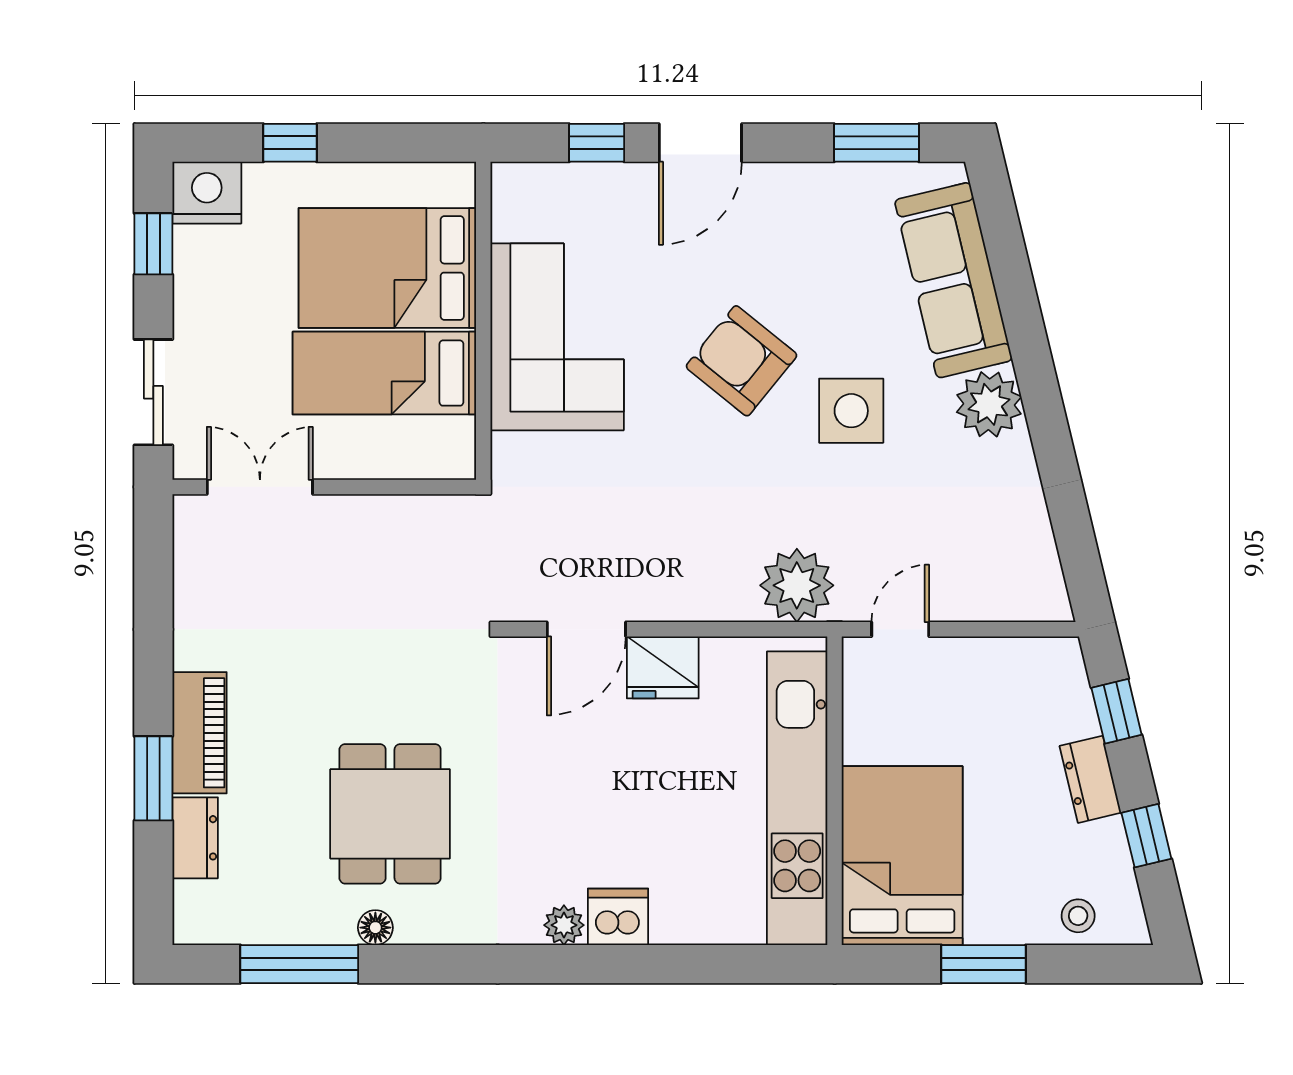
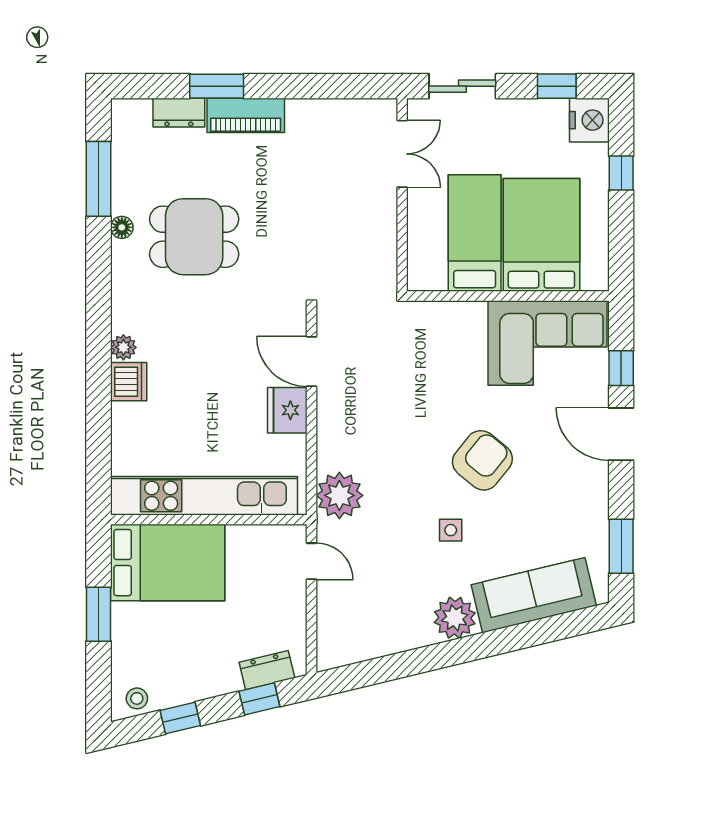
corner sofa: (557, 337) -> (548, 343), moved
side table: (851, 411) -> (451, 530), width x0.54, depth x0.54
dresser: (1090, 779) -> (267, 670), moved
stool: (1078, 916) -> (137, 698), moved

